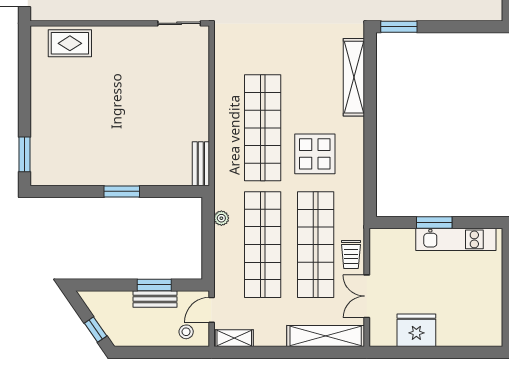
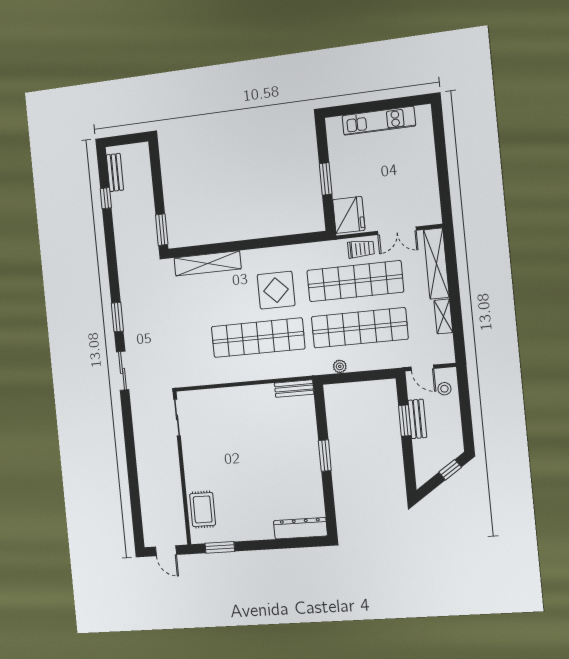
window: (25, 154) -> (220, 547), moved
dresser: (41, 156) -> (300, 528), added
kitchen unit: (456, 239) -> (379, 121), moved, turned 90
fridge: (416, 330) -> (349, 215), moved, turned 180
shelving: (234, 338) -> (443, 316), moved

